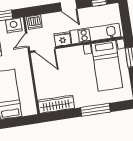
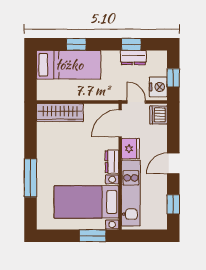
dresser: (74, 51) -> (112, 162), added
wardrobe: (56, 104) -> (60, 113), moved, turned 90

